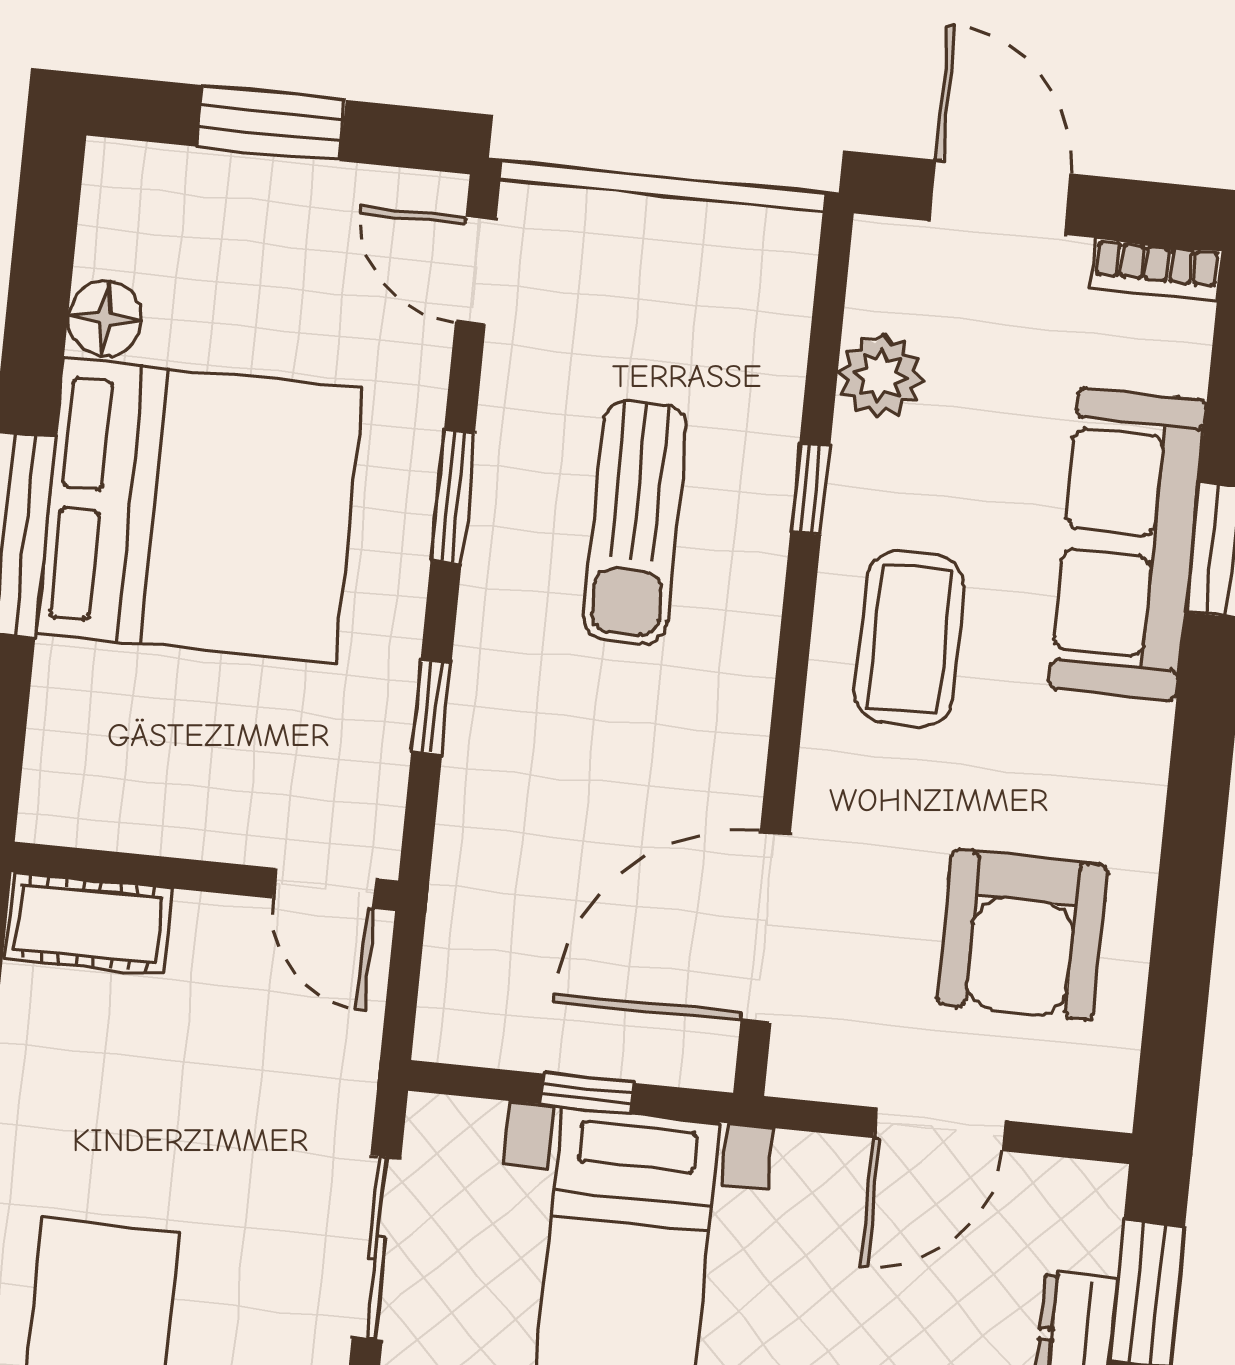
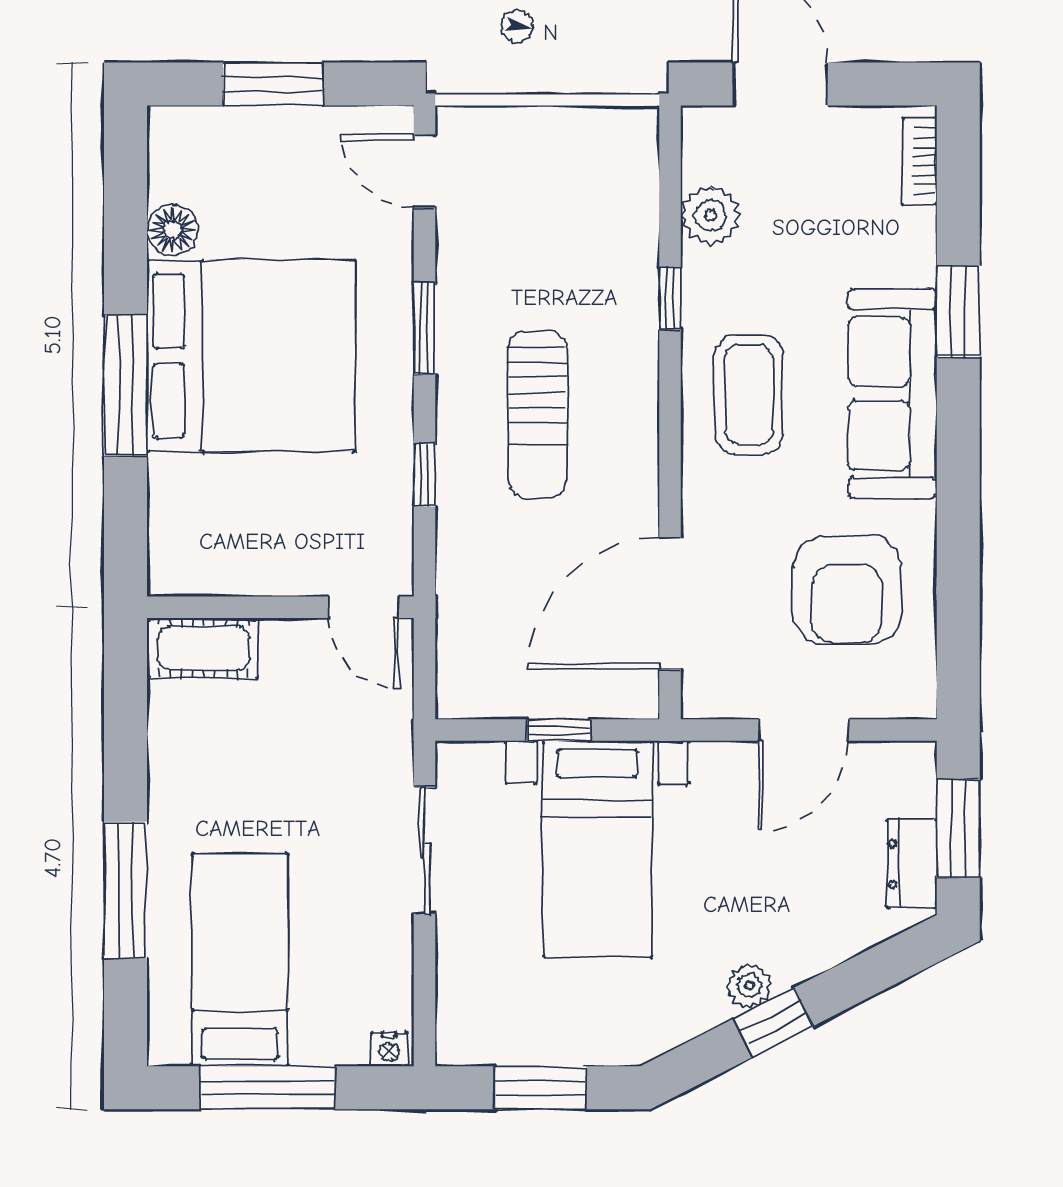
bookcase: (1156, 270) -> (919, 161), moved, turned 90
sun lounger: (635, 522) -> (538, 415), moved
sofa: (1128, 544) -> (892, 394), moved

